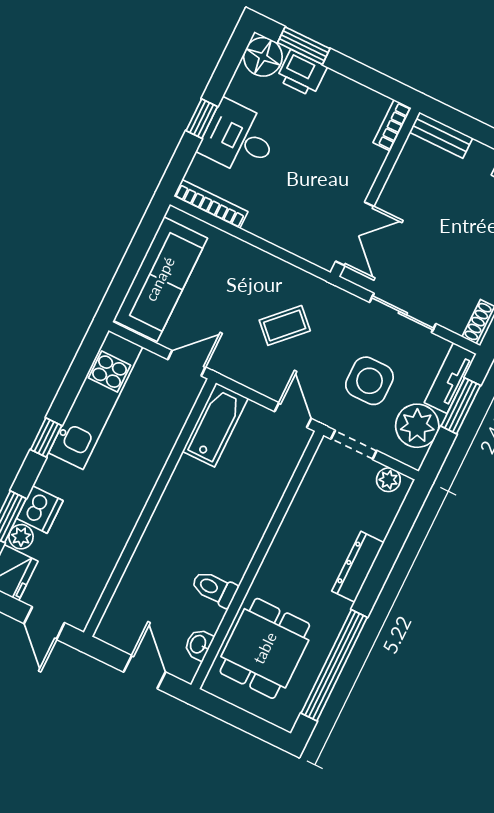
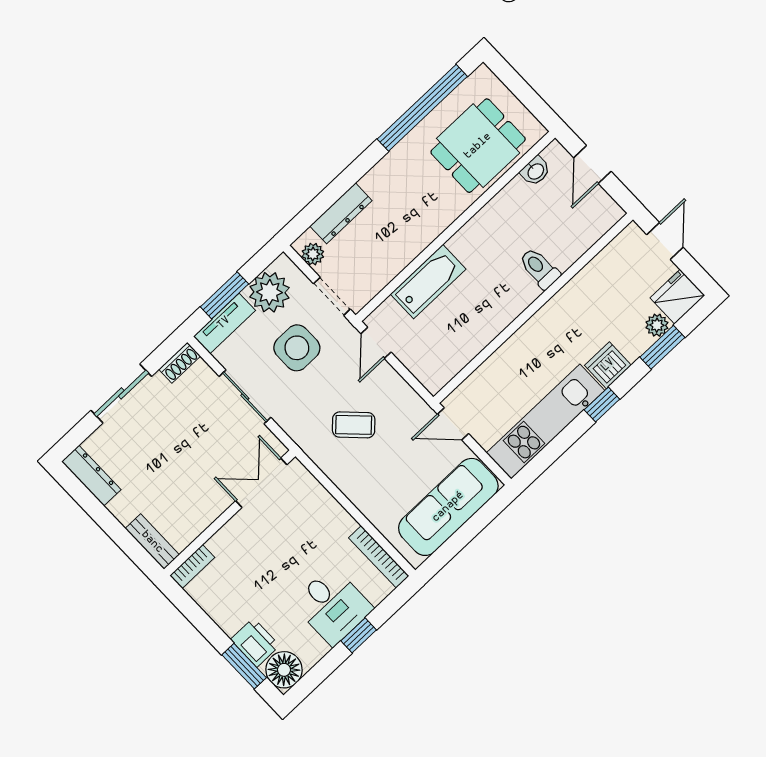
bathtub: (215, 425) -> (428, 282), moved, turned 180
dishwasher: (40, 510) -> (608, 365), moved
dresser: (358, 567) -> (341, 213), moved
toilet: (214, 589) -> (539, 268), moved, turned 180

